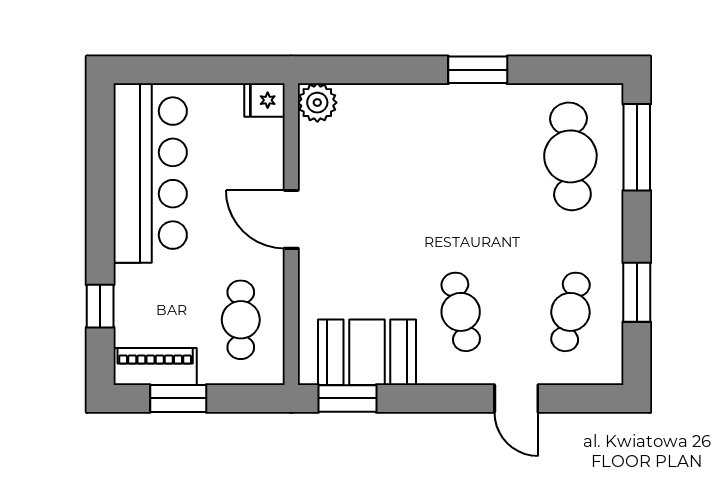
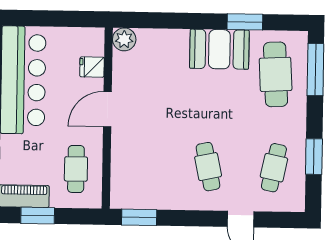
window: (478, 70) -> (245, 22), moved
fridge: (264, 100) -> (92, 67), moved
door: (291, 219) -> (107, 109), hinge flipped
booth: (367, 352) -> (219, 49), moved

